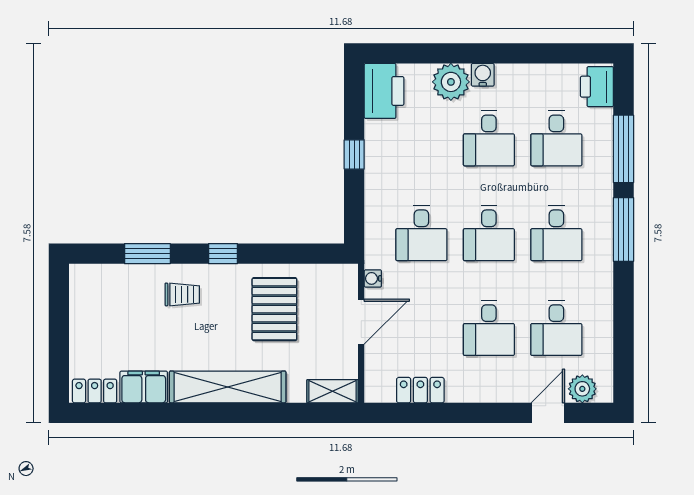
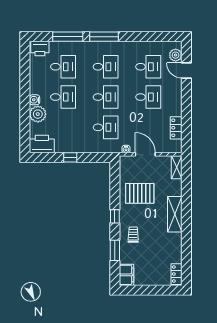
filing cabinet: (144, 387) -> (126, 275), moved, turned 180
shelving: (228, 387) -> (175, 214), width x0.68

